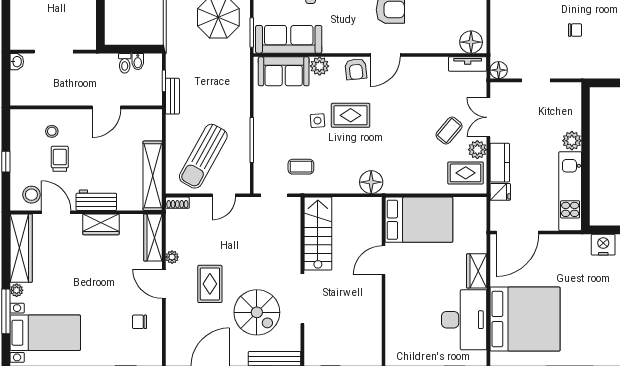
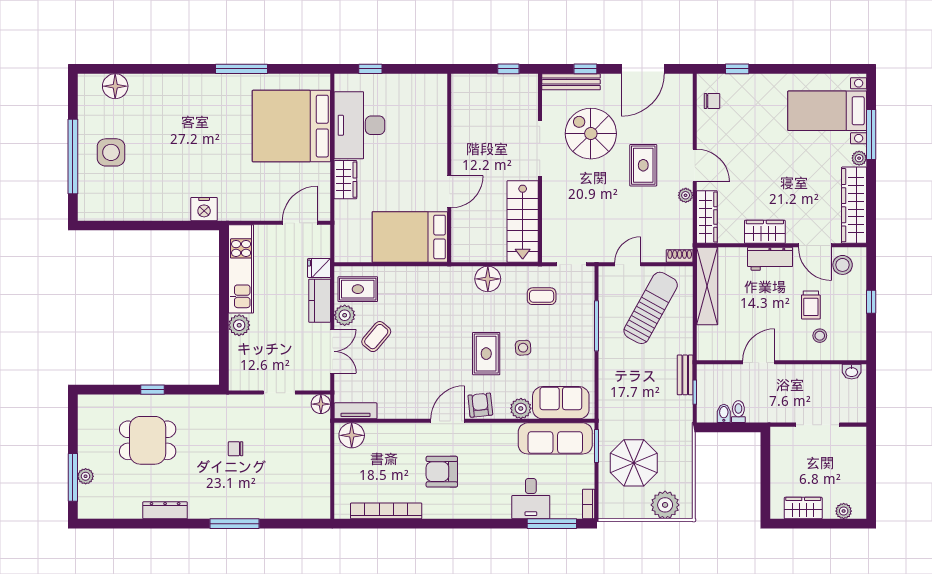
washbasin: (17, 62) -> (852, 372), moved, turned -90
rug: (351, 115) -> (486, 354), turned 90
floor lamp: (371, 182) -> (488, 279), moved
door: (517, 232) -> (300, 223), width x0.73
chair: (140, 322) -> (712, 101), moved

